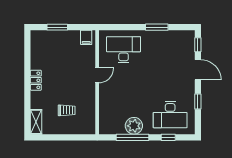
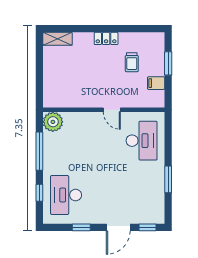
filing cabinet: (86, 37) -> (156, 83), moved
trolley: (67, 110) -> (132, 62), moved
plant: (134, 126) -> (53, 122), moved

